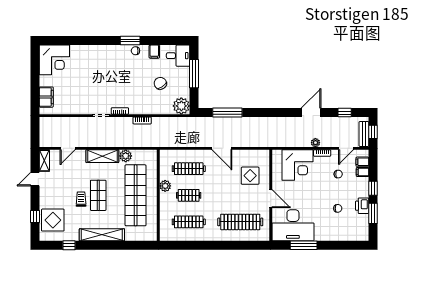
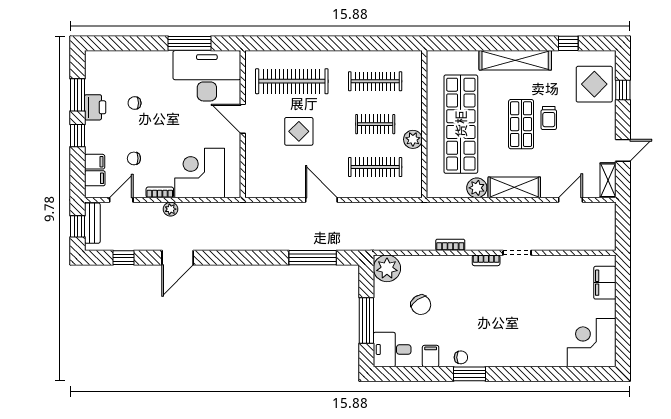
display table: (250, 176) -> (299, 131), moved

